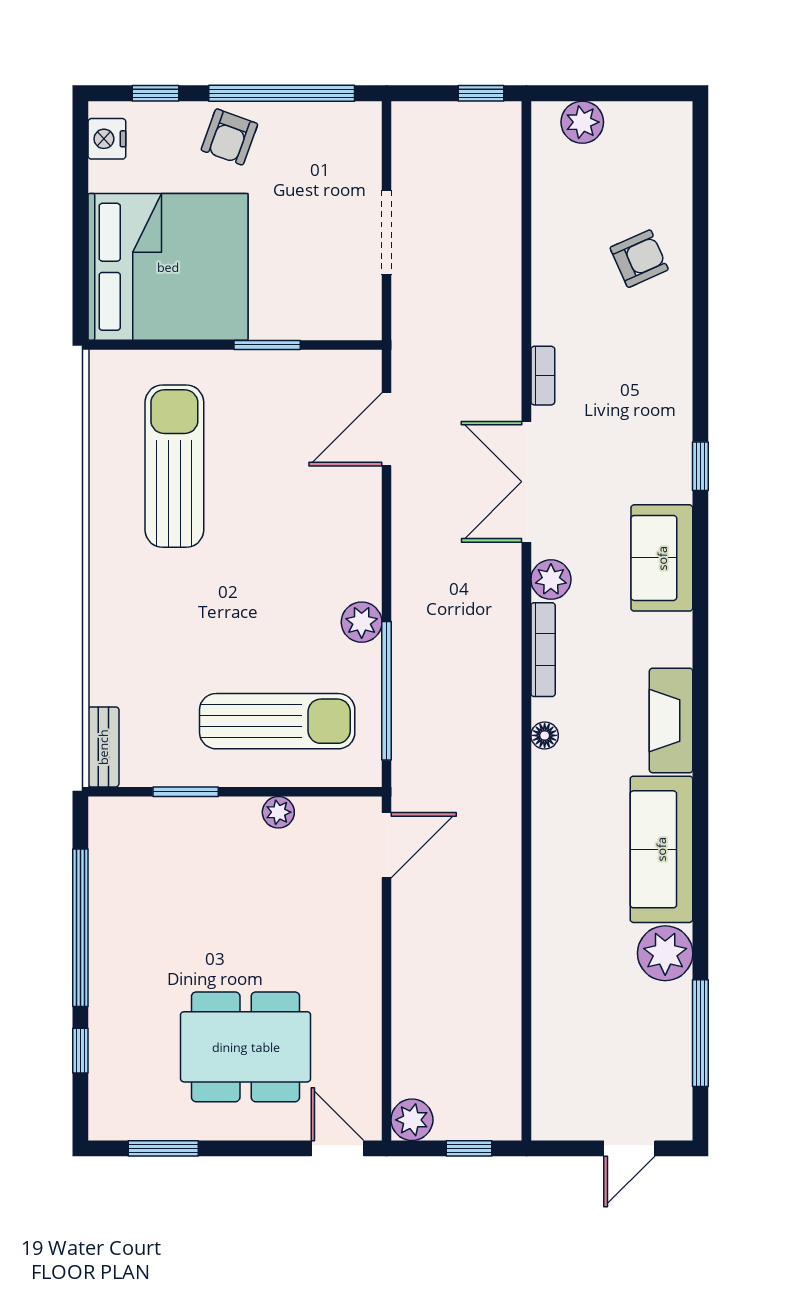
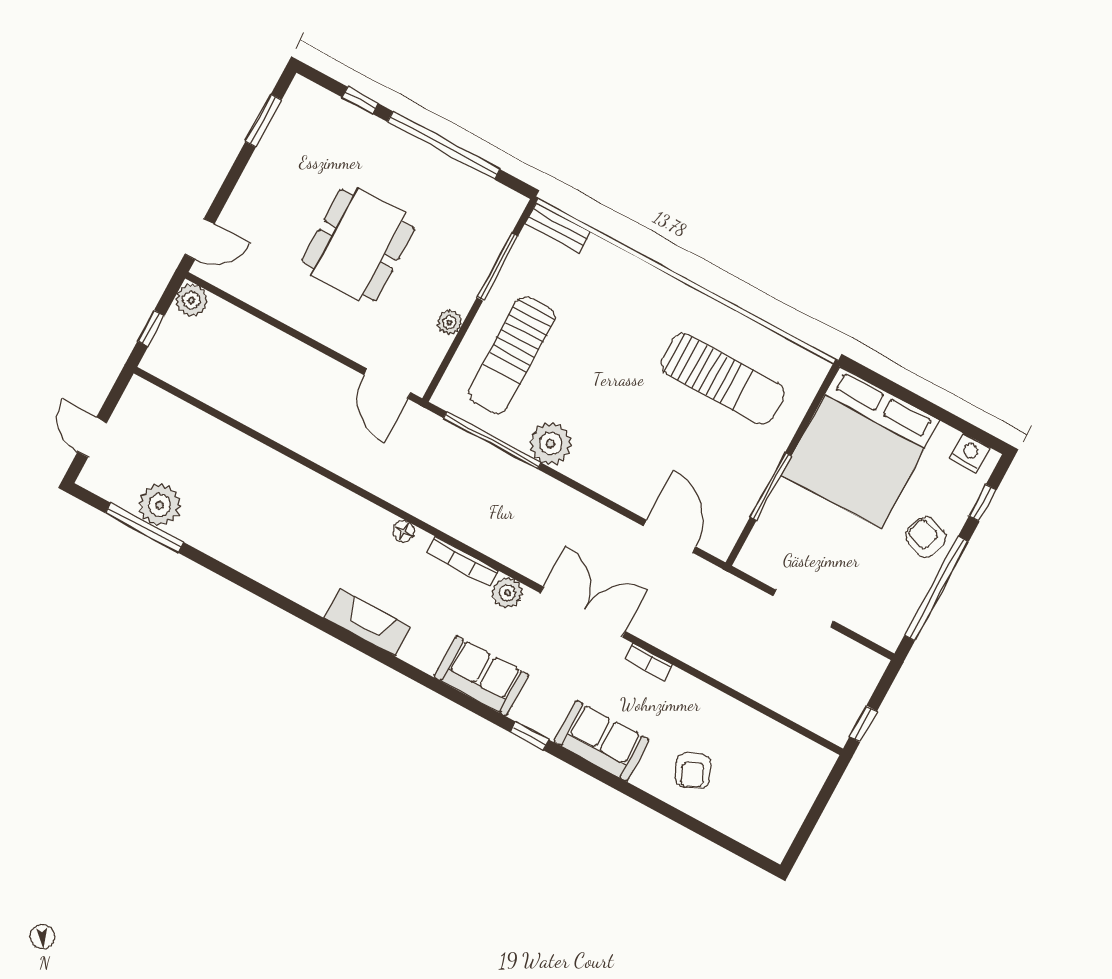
plant: (582, 122) -> (806, 782), removed
window: (267, 345) -> (771, 486), width x1.44
plant: (362, 622) -> (551, 444), width x1.36, depth x1.36
window: (186, 792) -> (497, 267), width x1.44
sofa: (661, 849) -> (601, 741), moved, width x0.73
plant: (665, 953) -> (160, 505), moved
dining table: (246, 1047) -> (358, 245), moved

